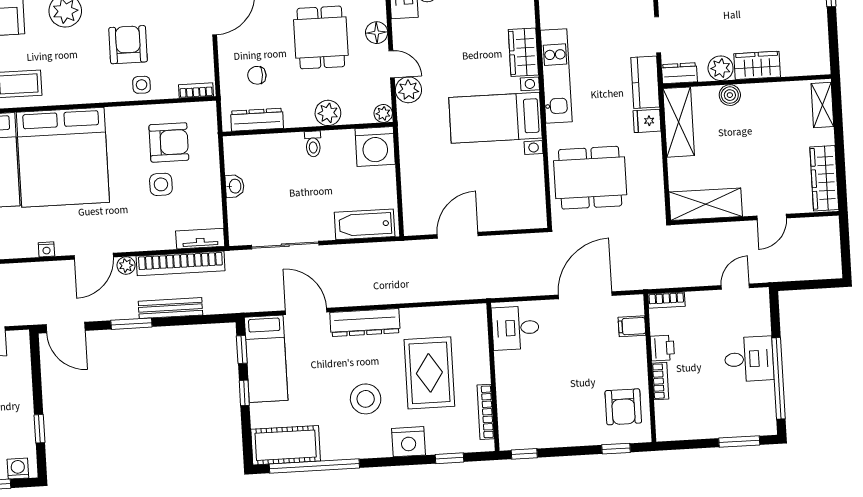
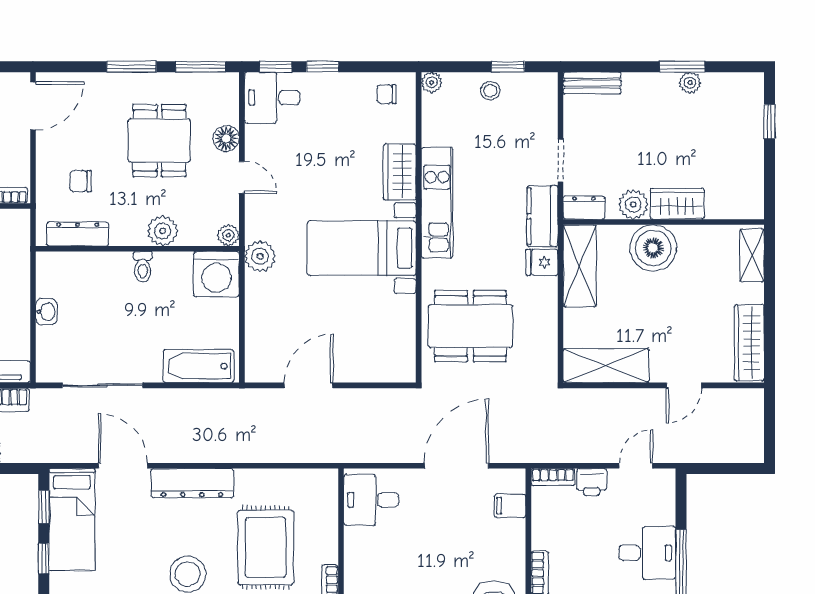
plant: (408, 90) -> (260, 256), moved
boiler: (730, 95) -> (653, 248), width x1.86, depth x1.86
printer: (662, 348) -> (592, 482), moved, turned 90

